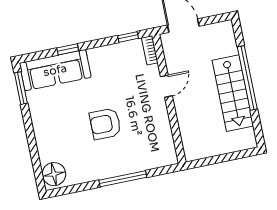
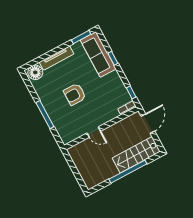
door: (166, 86) -> (94, 132), moved
stairs: (233, 93) -> (136, 155), moved
armchair: (105, 124) -> (75, 94), turned -90
tv unit: (42, 135) -> (57, 58), added

